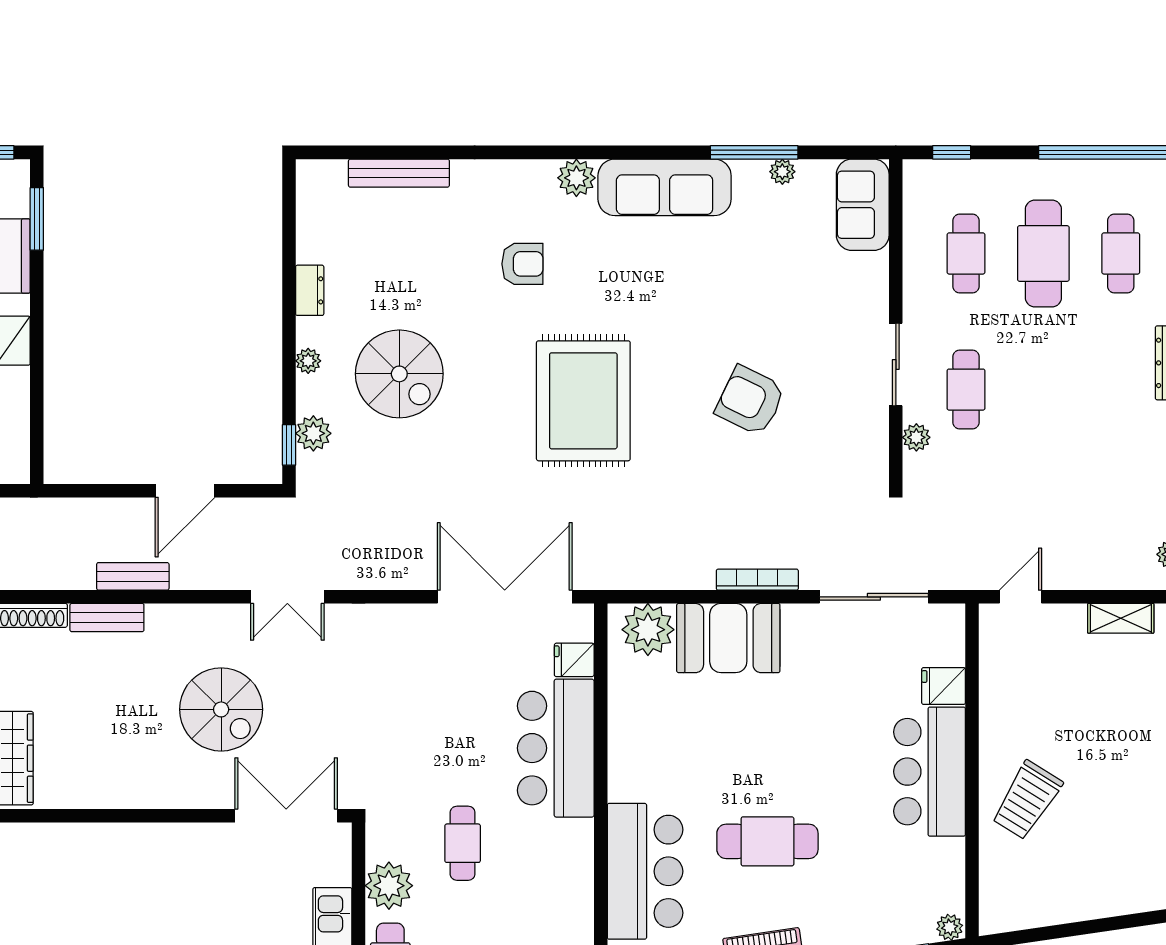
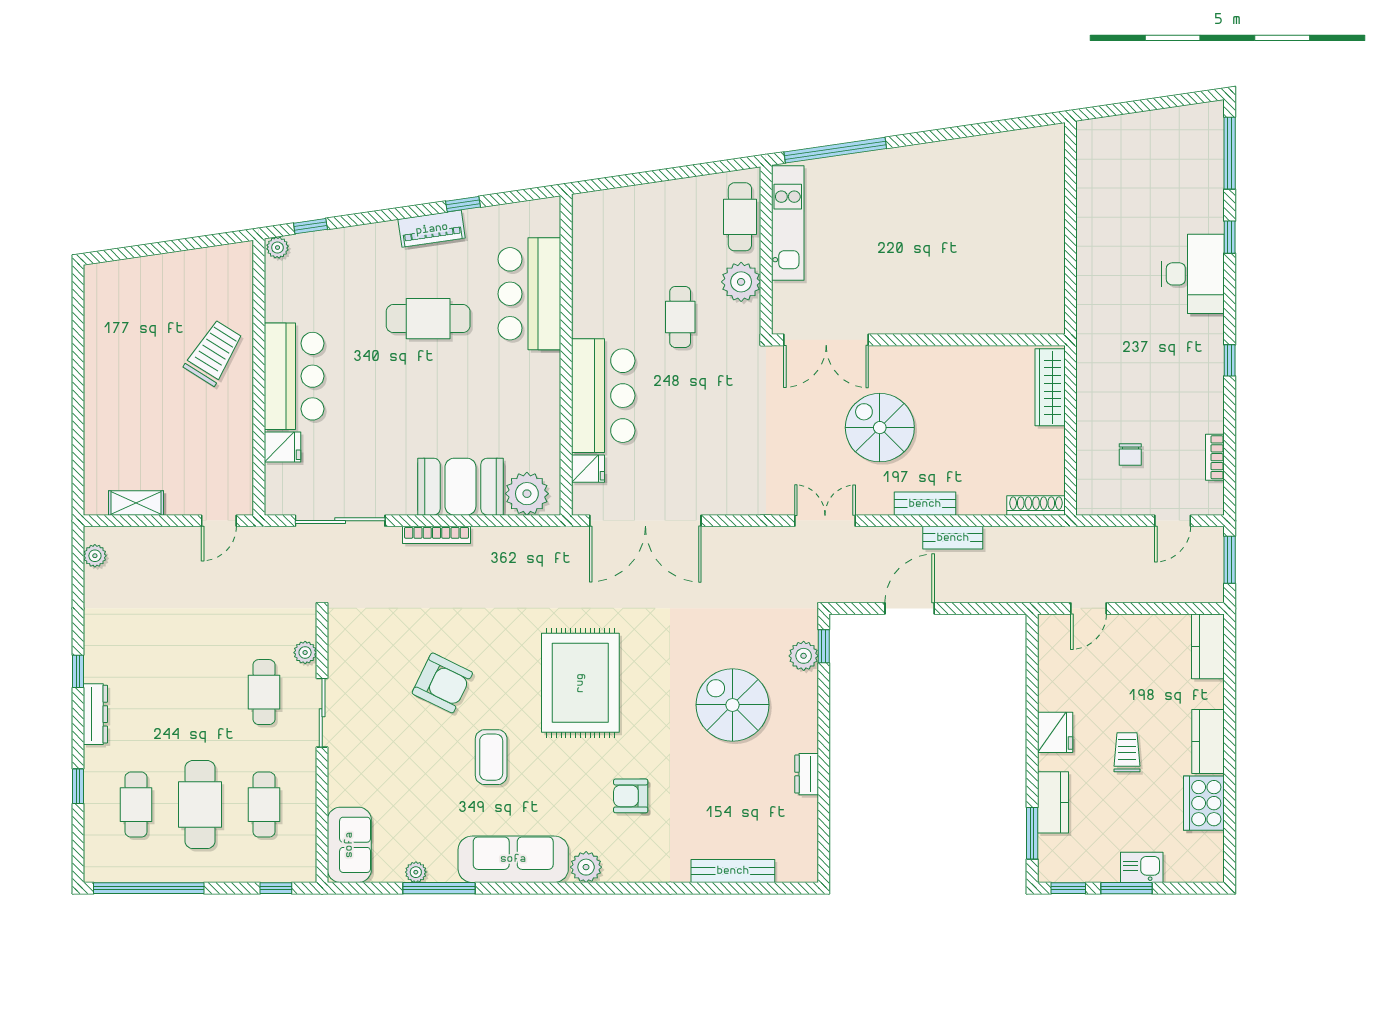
coffee table: (691, 311) -> (491, 757), added
plant: (308, 361) -> (808, 716), removed
bench: (107, 618) -> (925, 504), moved

